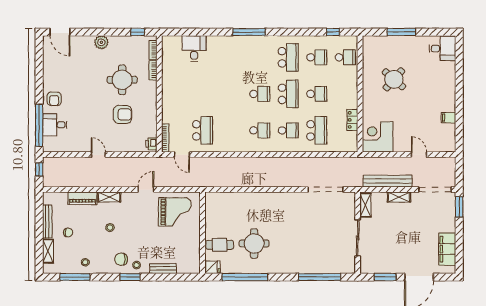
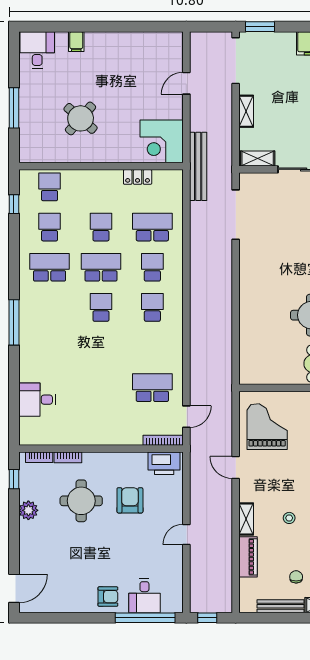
plant: (101, 42) -> (28, 510), moved
filing cabinet: (449, 118) -> (76, 42), moved
printer: (152, 144) -> (164, 463), width x1.87, depth x1.48
bench: (387, 181) -> (198, 166), moved

